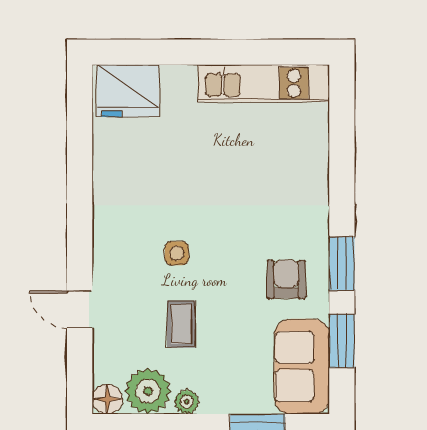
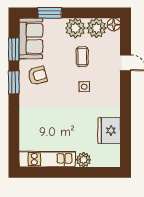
plant: (178, 82) -> (83, 160), added
fridge: (128, 91) -> (109, 131), moved, turned -90
armchair: (286, 279) -> (38, 76), turned -105
plant: (187, 402) -> (75, 28), width x1.87, depth x1.87

